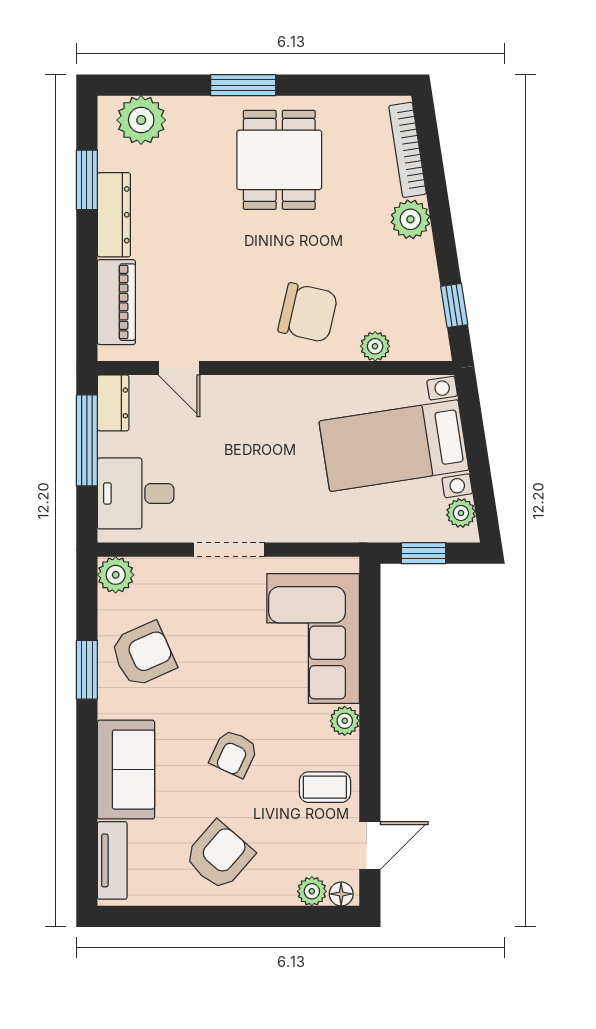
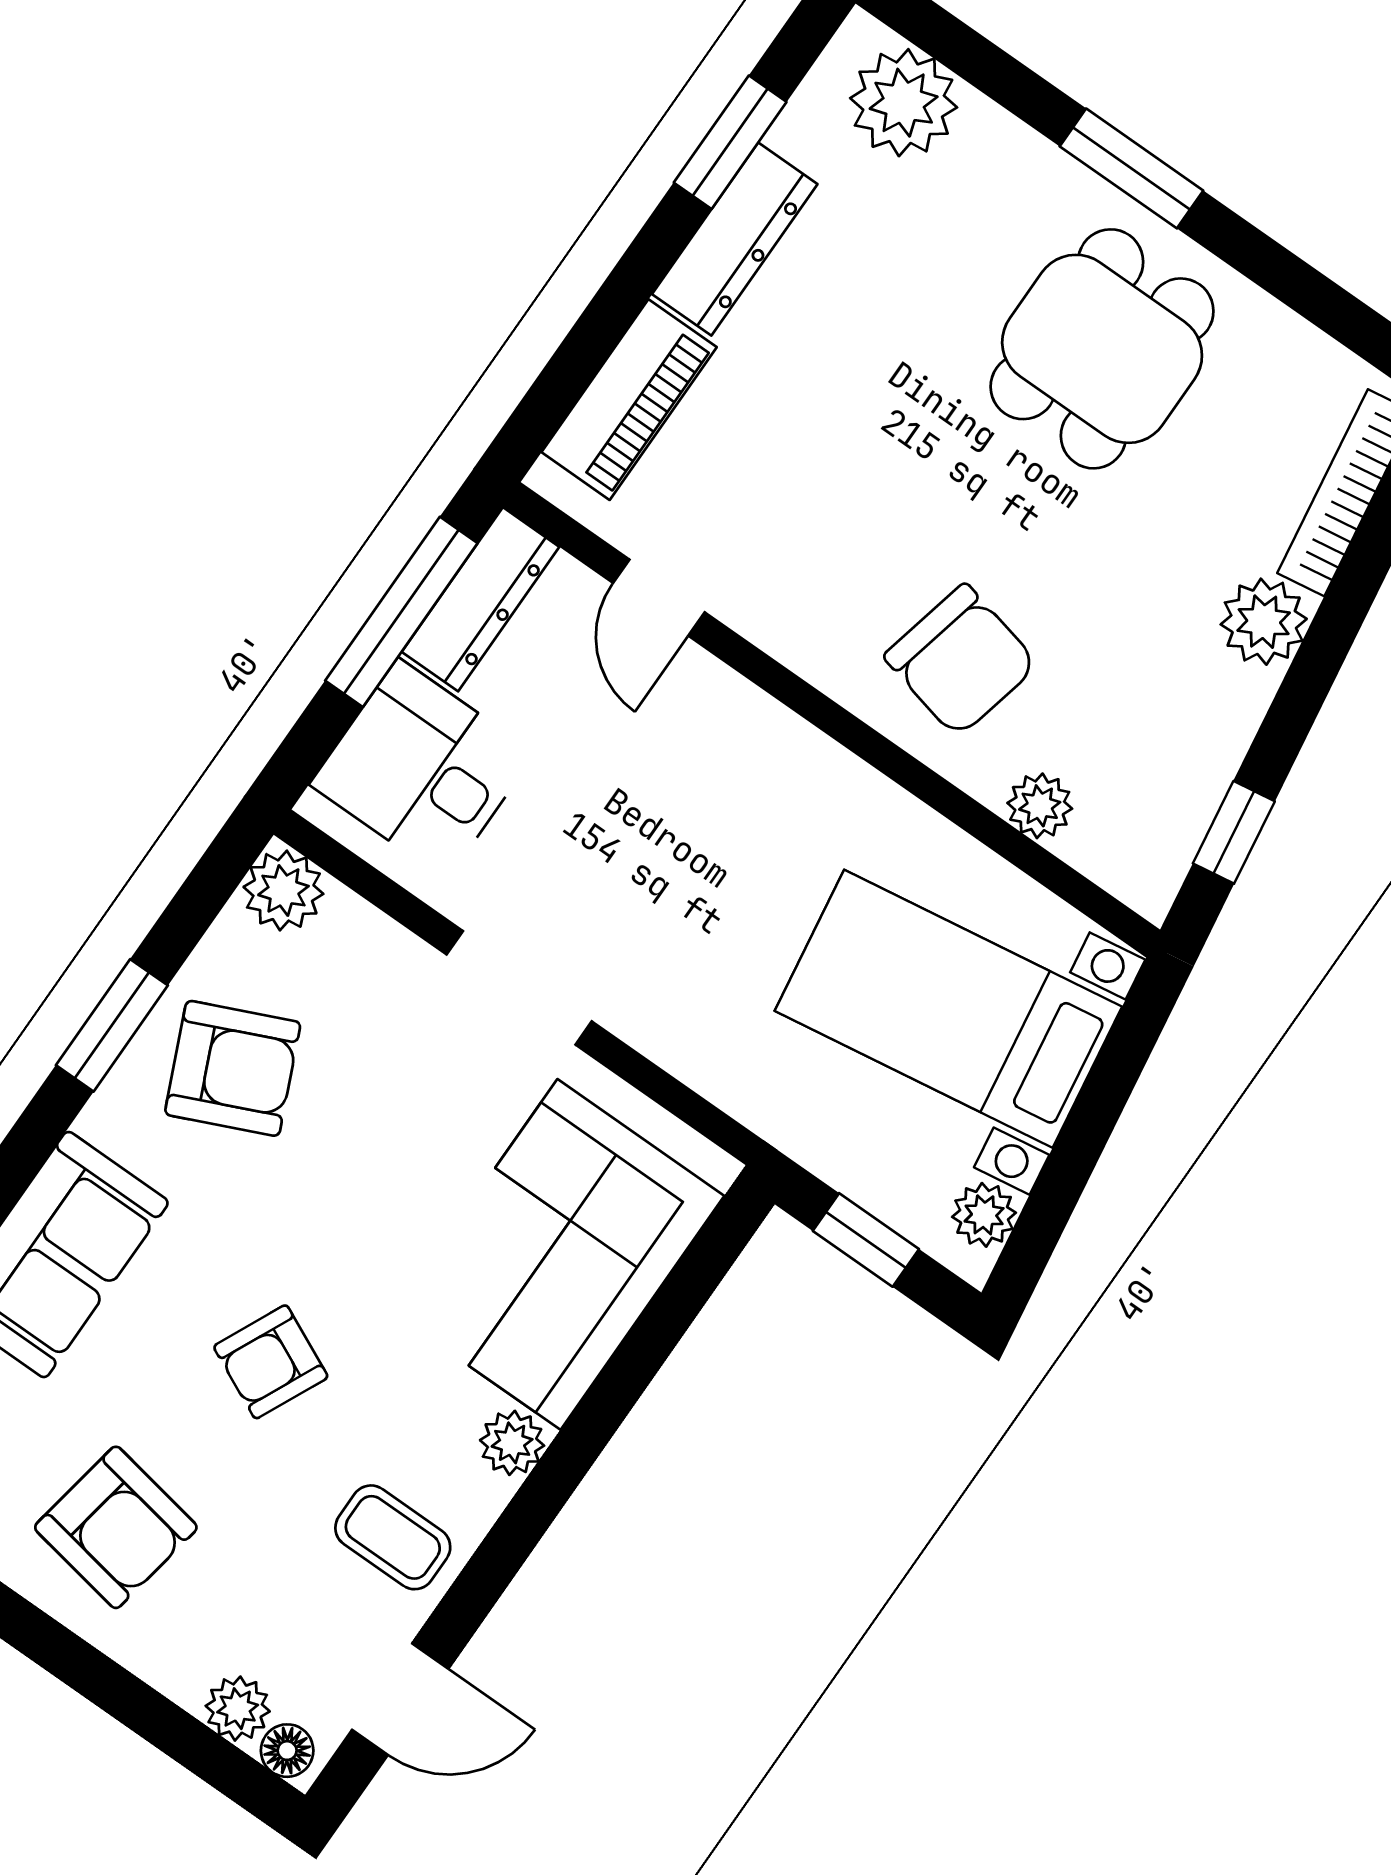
dresser: (113, 403) -> (481, 599), width x1.44
armchair: (219, 856) -> (116, 1527), turned 59

